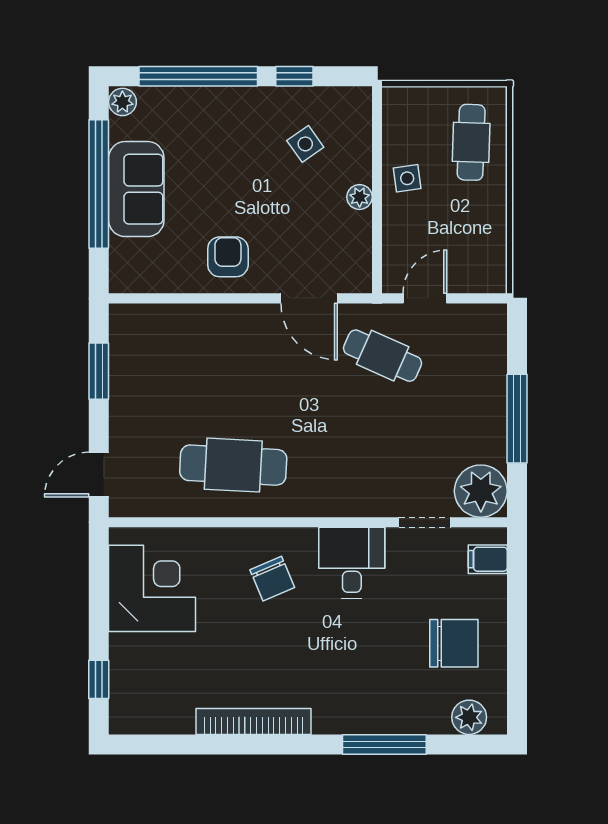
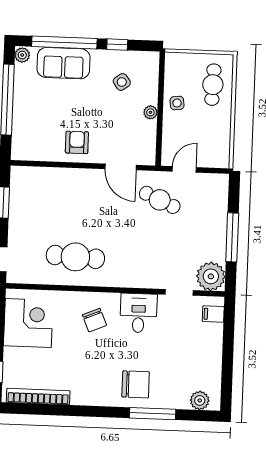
sofa: (136, 189) -> (63, 63), moved, turned 90
chair: (454, 643) -> (136, 384), moved
bookcase: (254, 722) -> (38, 397), moved

